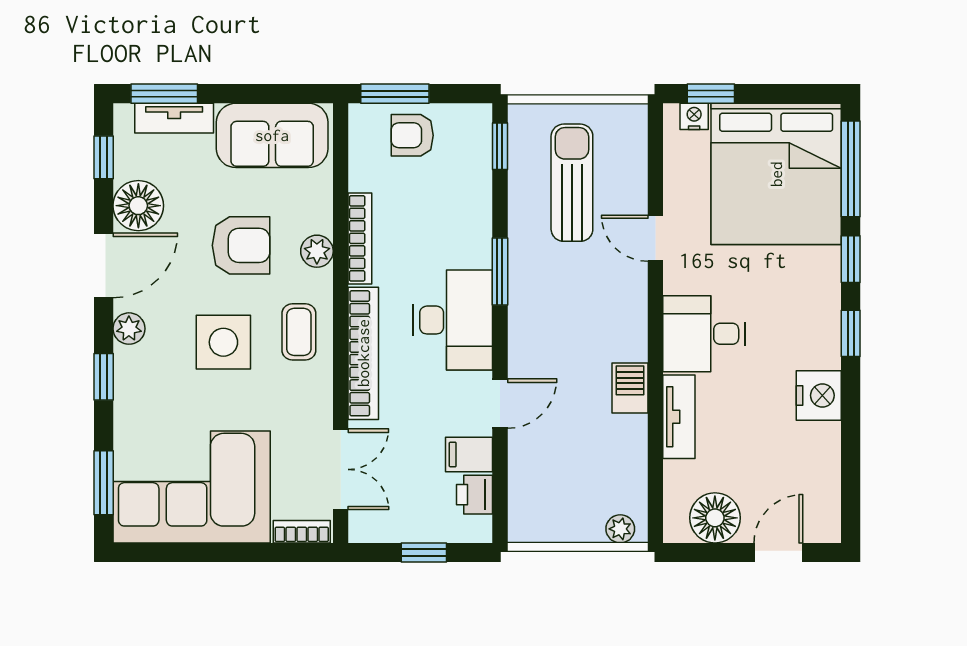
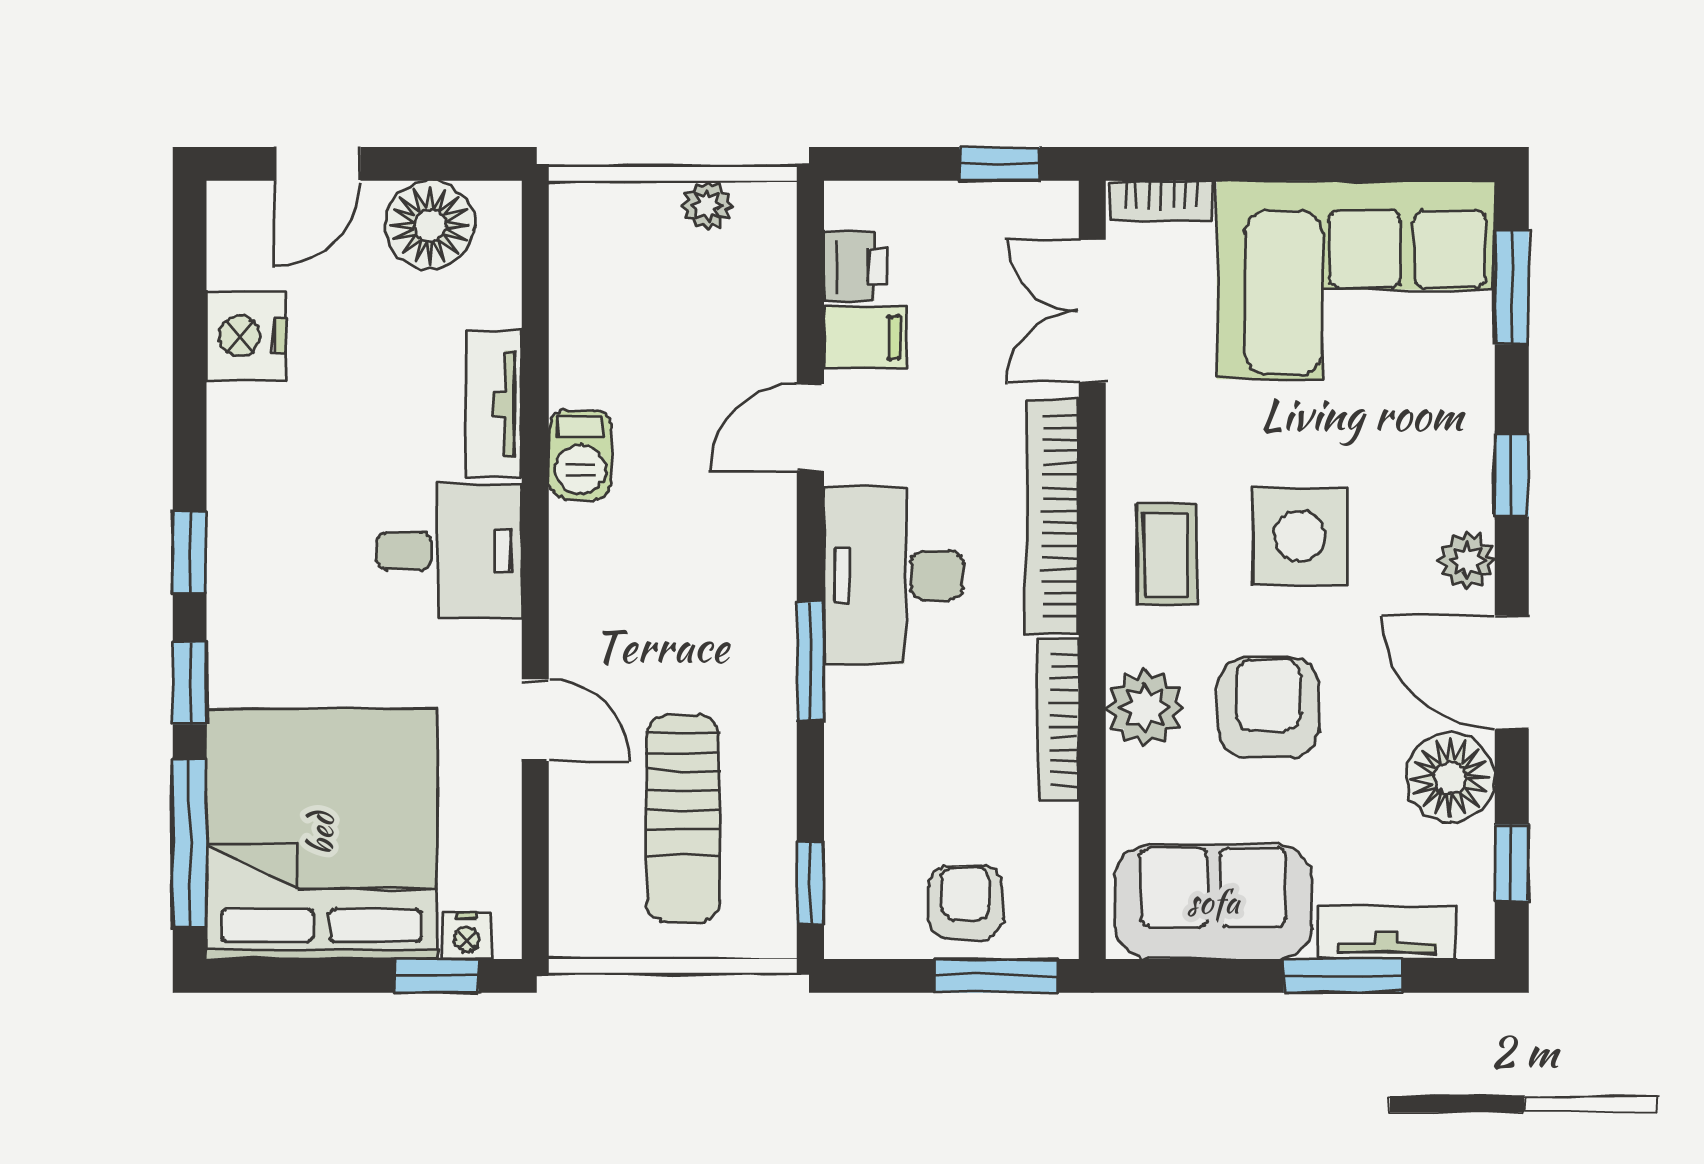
window: (164, 94) -> (1343, 976), moved
armchair: (412, 135) -> (966, 902), turned -90
armchair: (241, 245) -> (1269, 707), turned 90
plant: (317, 251) -> (1145, 708), width x1.38, depth x1.38
door: (104, 265) -> (1512, 672), hinge flipped
nightstand: (819, 395) -> (246, 336), moved
plant: (620, 529) -> (707, 206), moved
window: (424, 553) -> (1000, 164), moved

